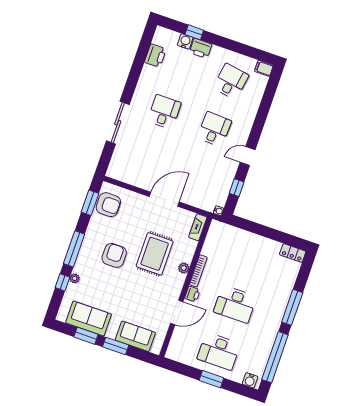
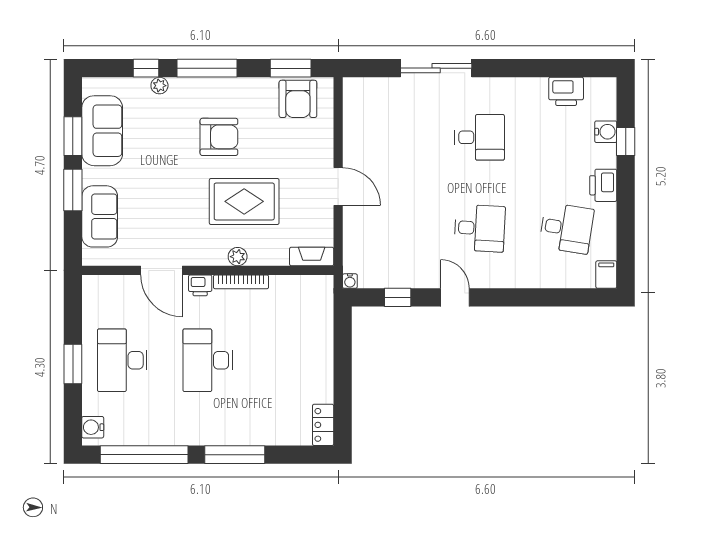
printer: (201, 48) -> (603, 185), moved
door: (164, 199) -> (338, 187), width x0.73

